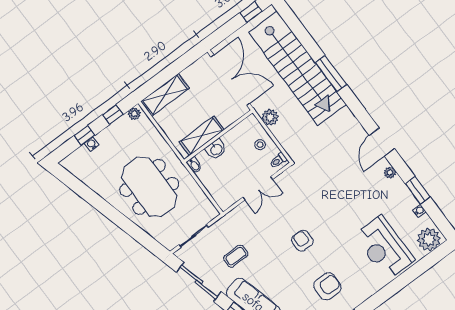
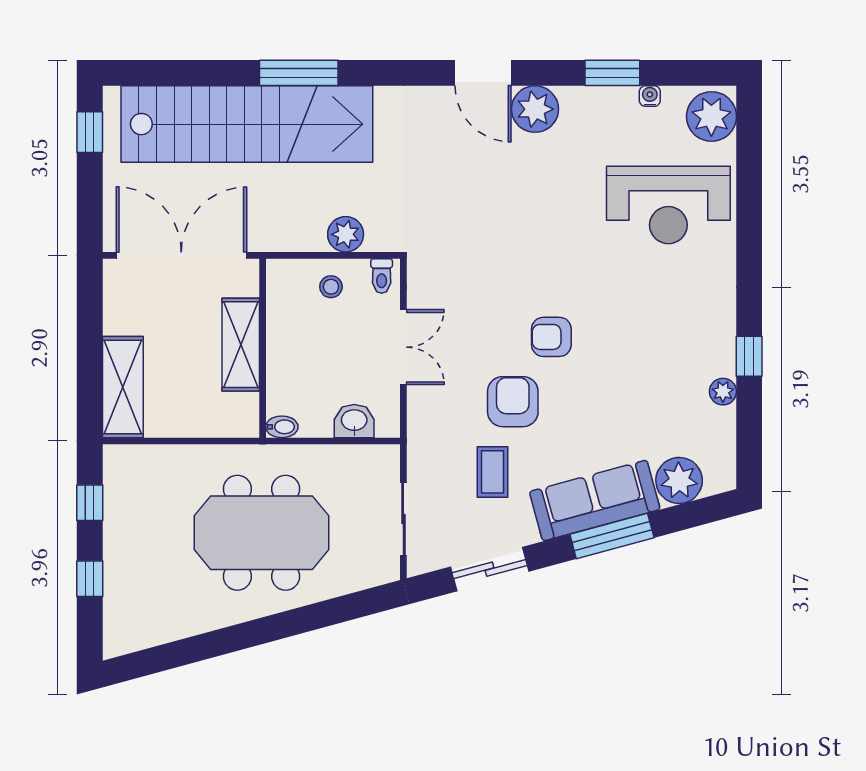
plant: (134, 114) -> (116, 465), removed
plant: (270, 117) -> (346, 234), moved
shelving: (202, 136) -> (241, 345), moved
water cooler: (92, 144) -> (114, 577), removed
washbasin: (216, 149) -> (354, 421), moved, turned -90
plant: (390, 173) -> (535, 109), width x1.87, depth x1.87
sliding door: (199, 282) -> (490, 569), width x0.73
armchair: (327, 286) -> (513, 402), moved

